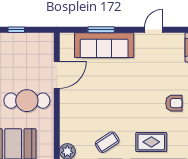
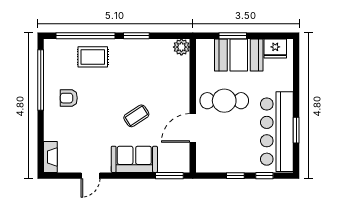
window: (101, 30) -> (169, 176), moved
sofa: (104, 45) -> (134, 159), width x0.73
coffee table: (107, 142) -> (136, 116), moved

